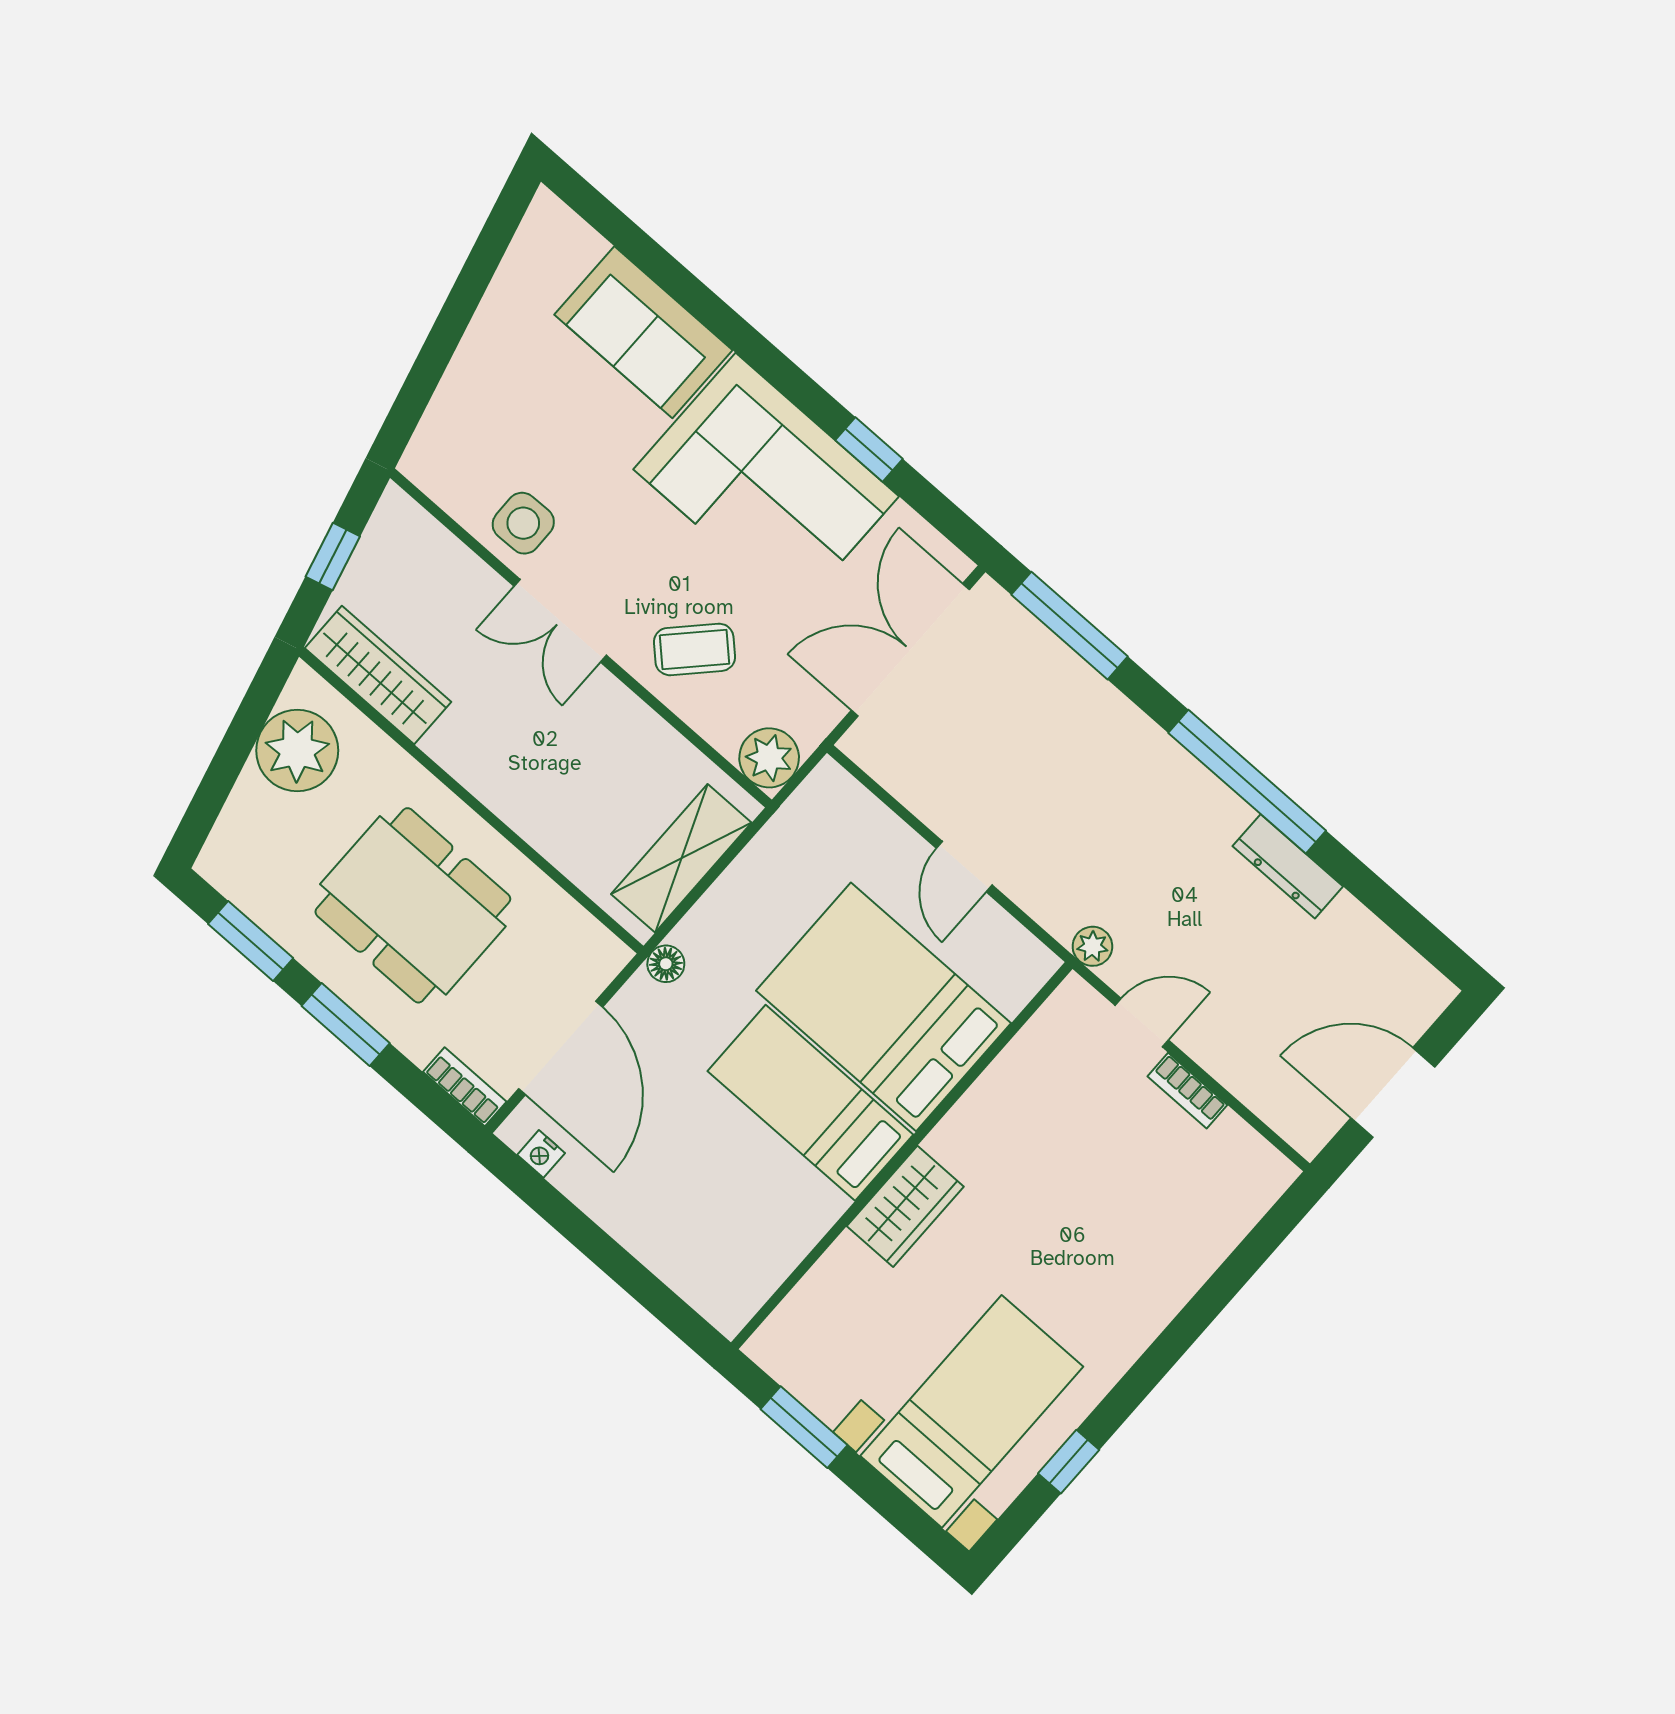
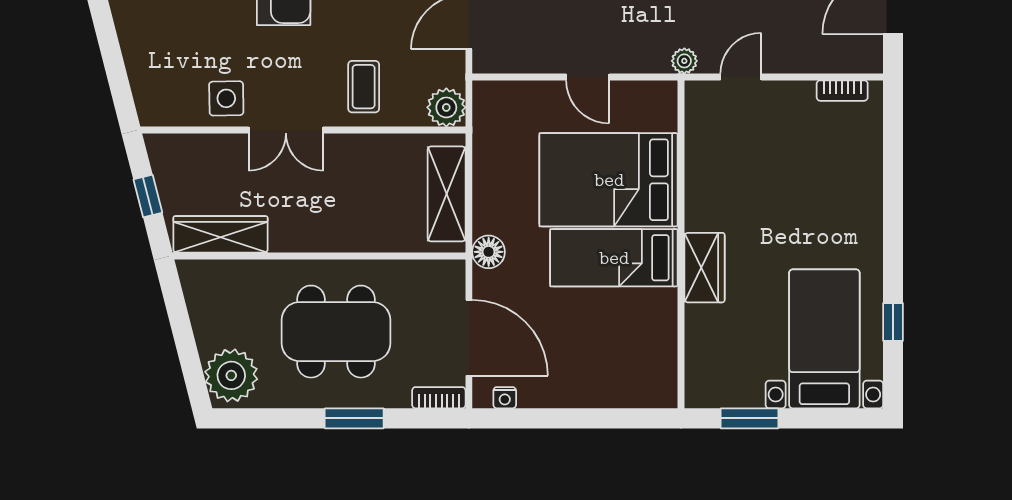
coffee table: (694, 649) -> (364, 87), turned -44
plant: (297, 750) -> (231, 375), moved
window: (251, 941) -> (272, 418), removed
floor lamp: (666, 964) -> (489, 252), width x1.37, depth x1.37
bookcase: (1187, 1091) -> (842, 91), moved

